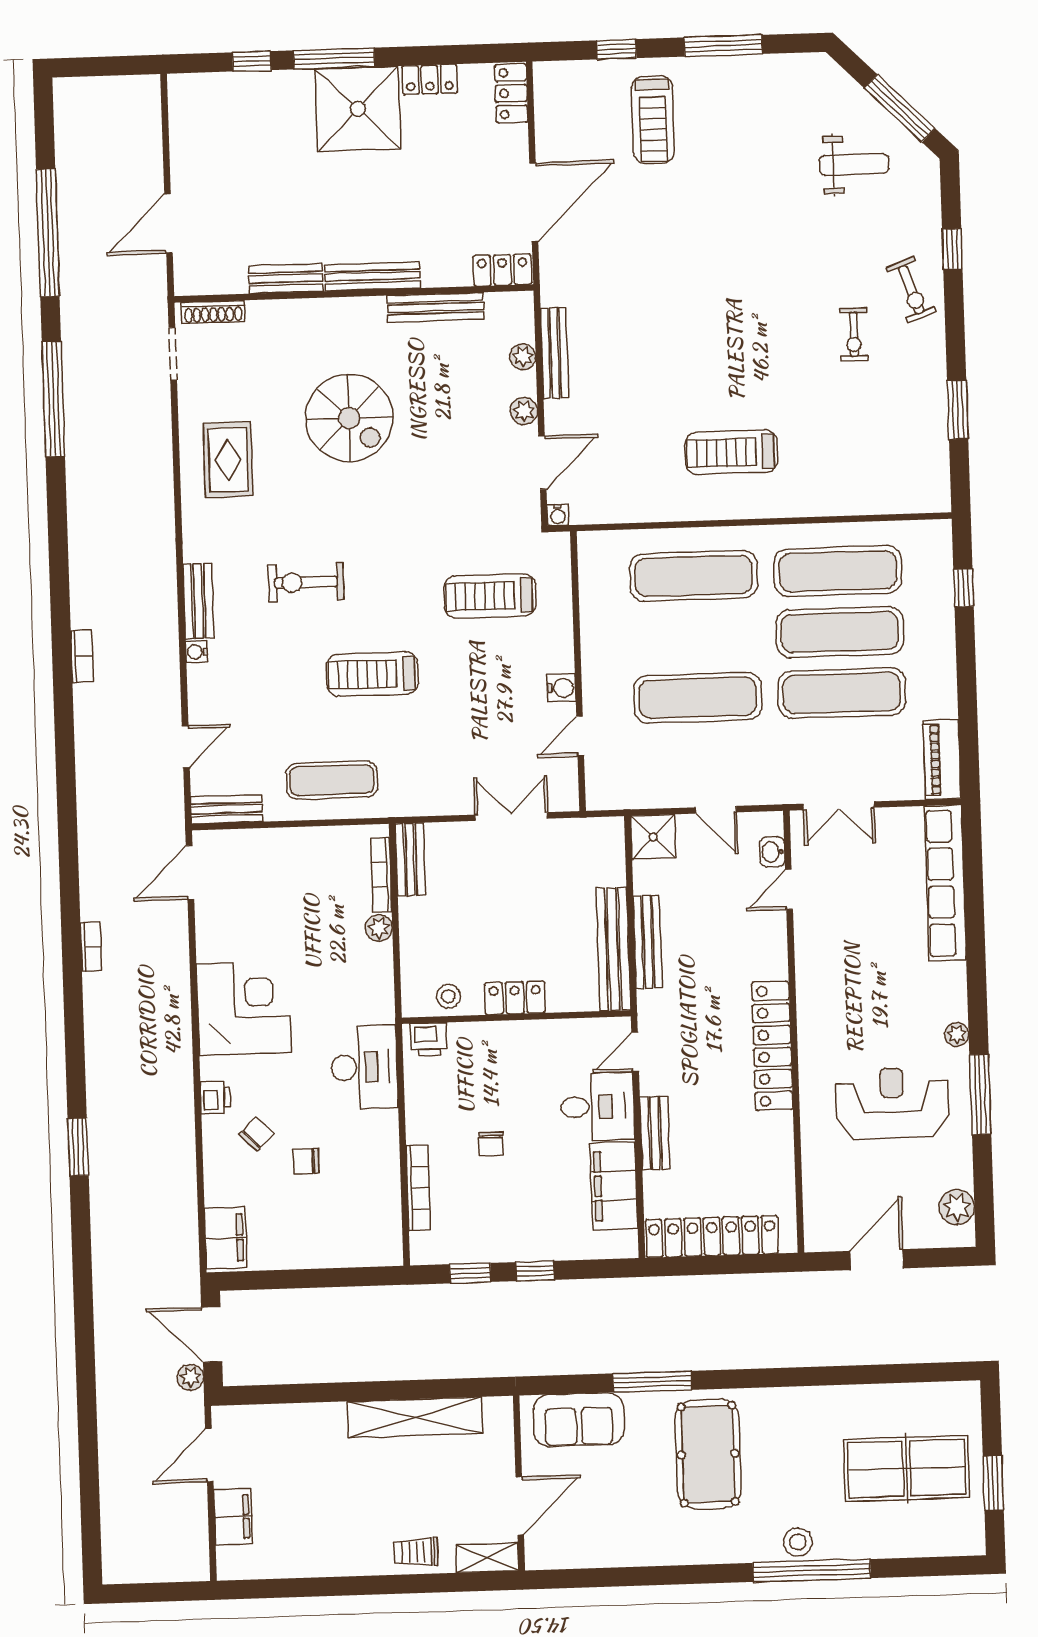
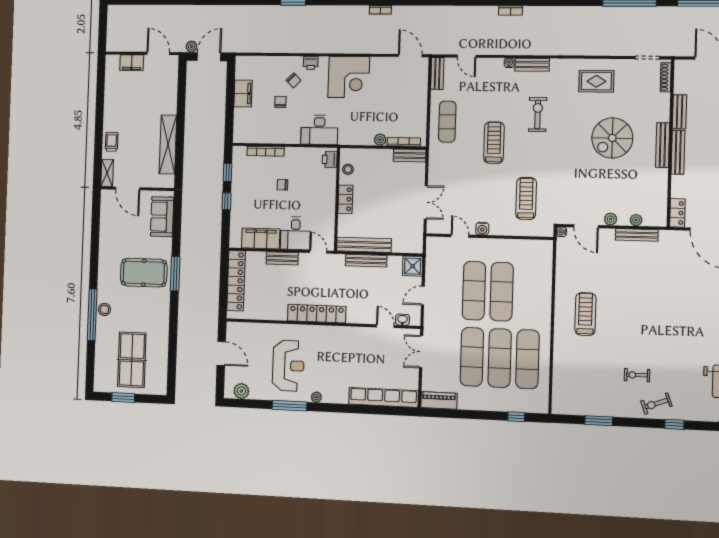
bench: (435, 307) -> (663, 145), moved
exercise mat: (694, 576) -> (502, 292), moved
filing cabinet: (226, 1238) -> (243, 93), moved, turned -90
window: (652, 1382) -> (175, 274), moved

